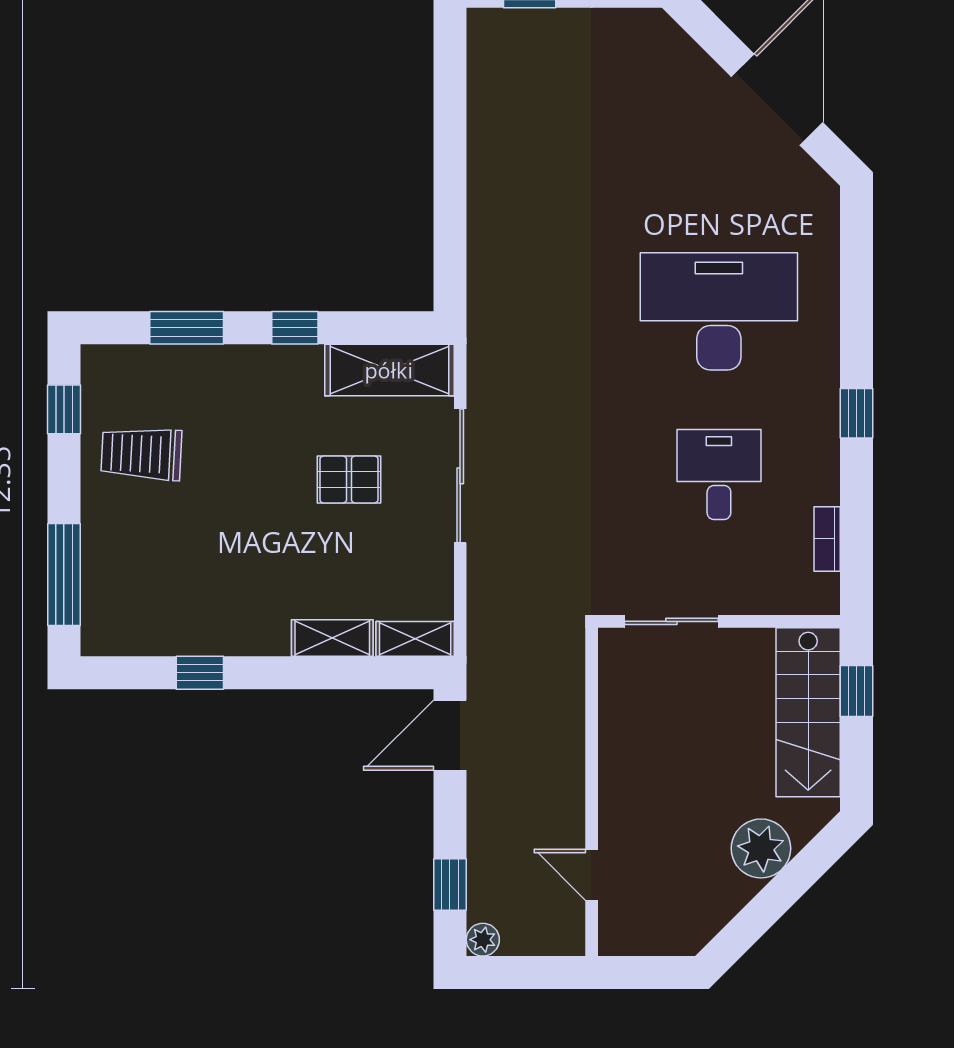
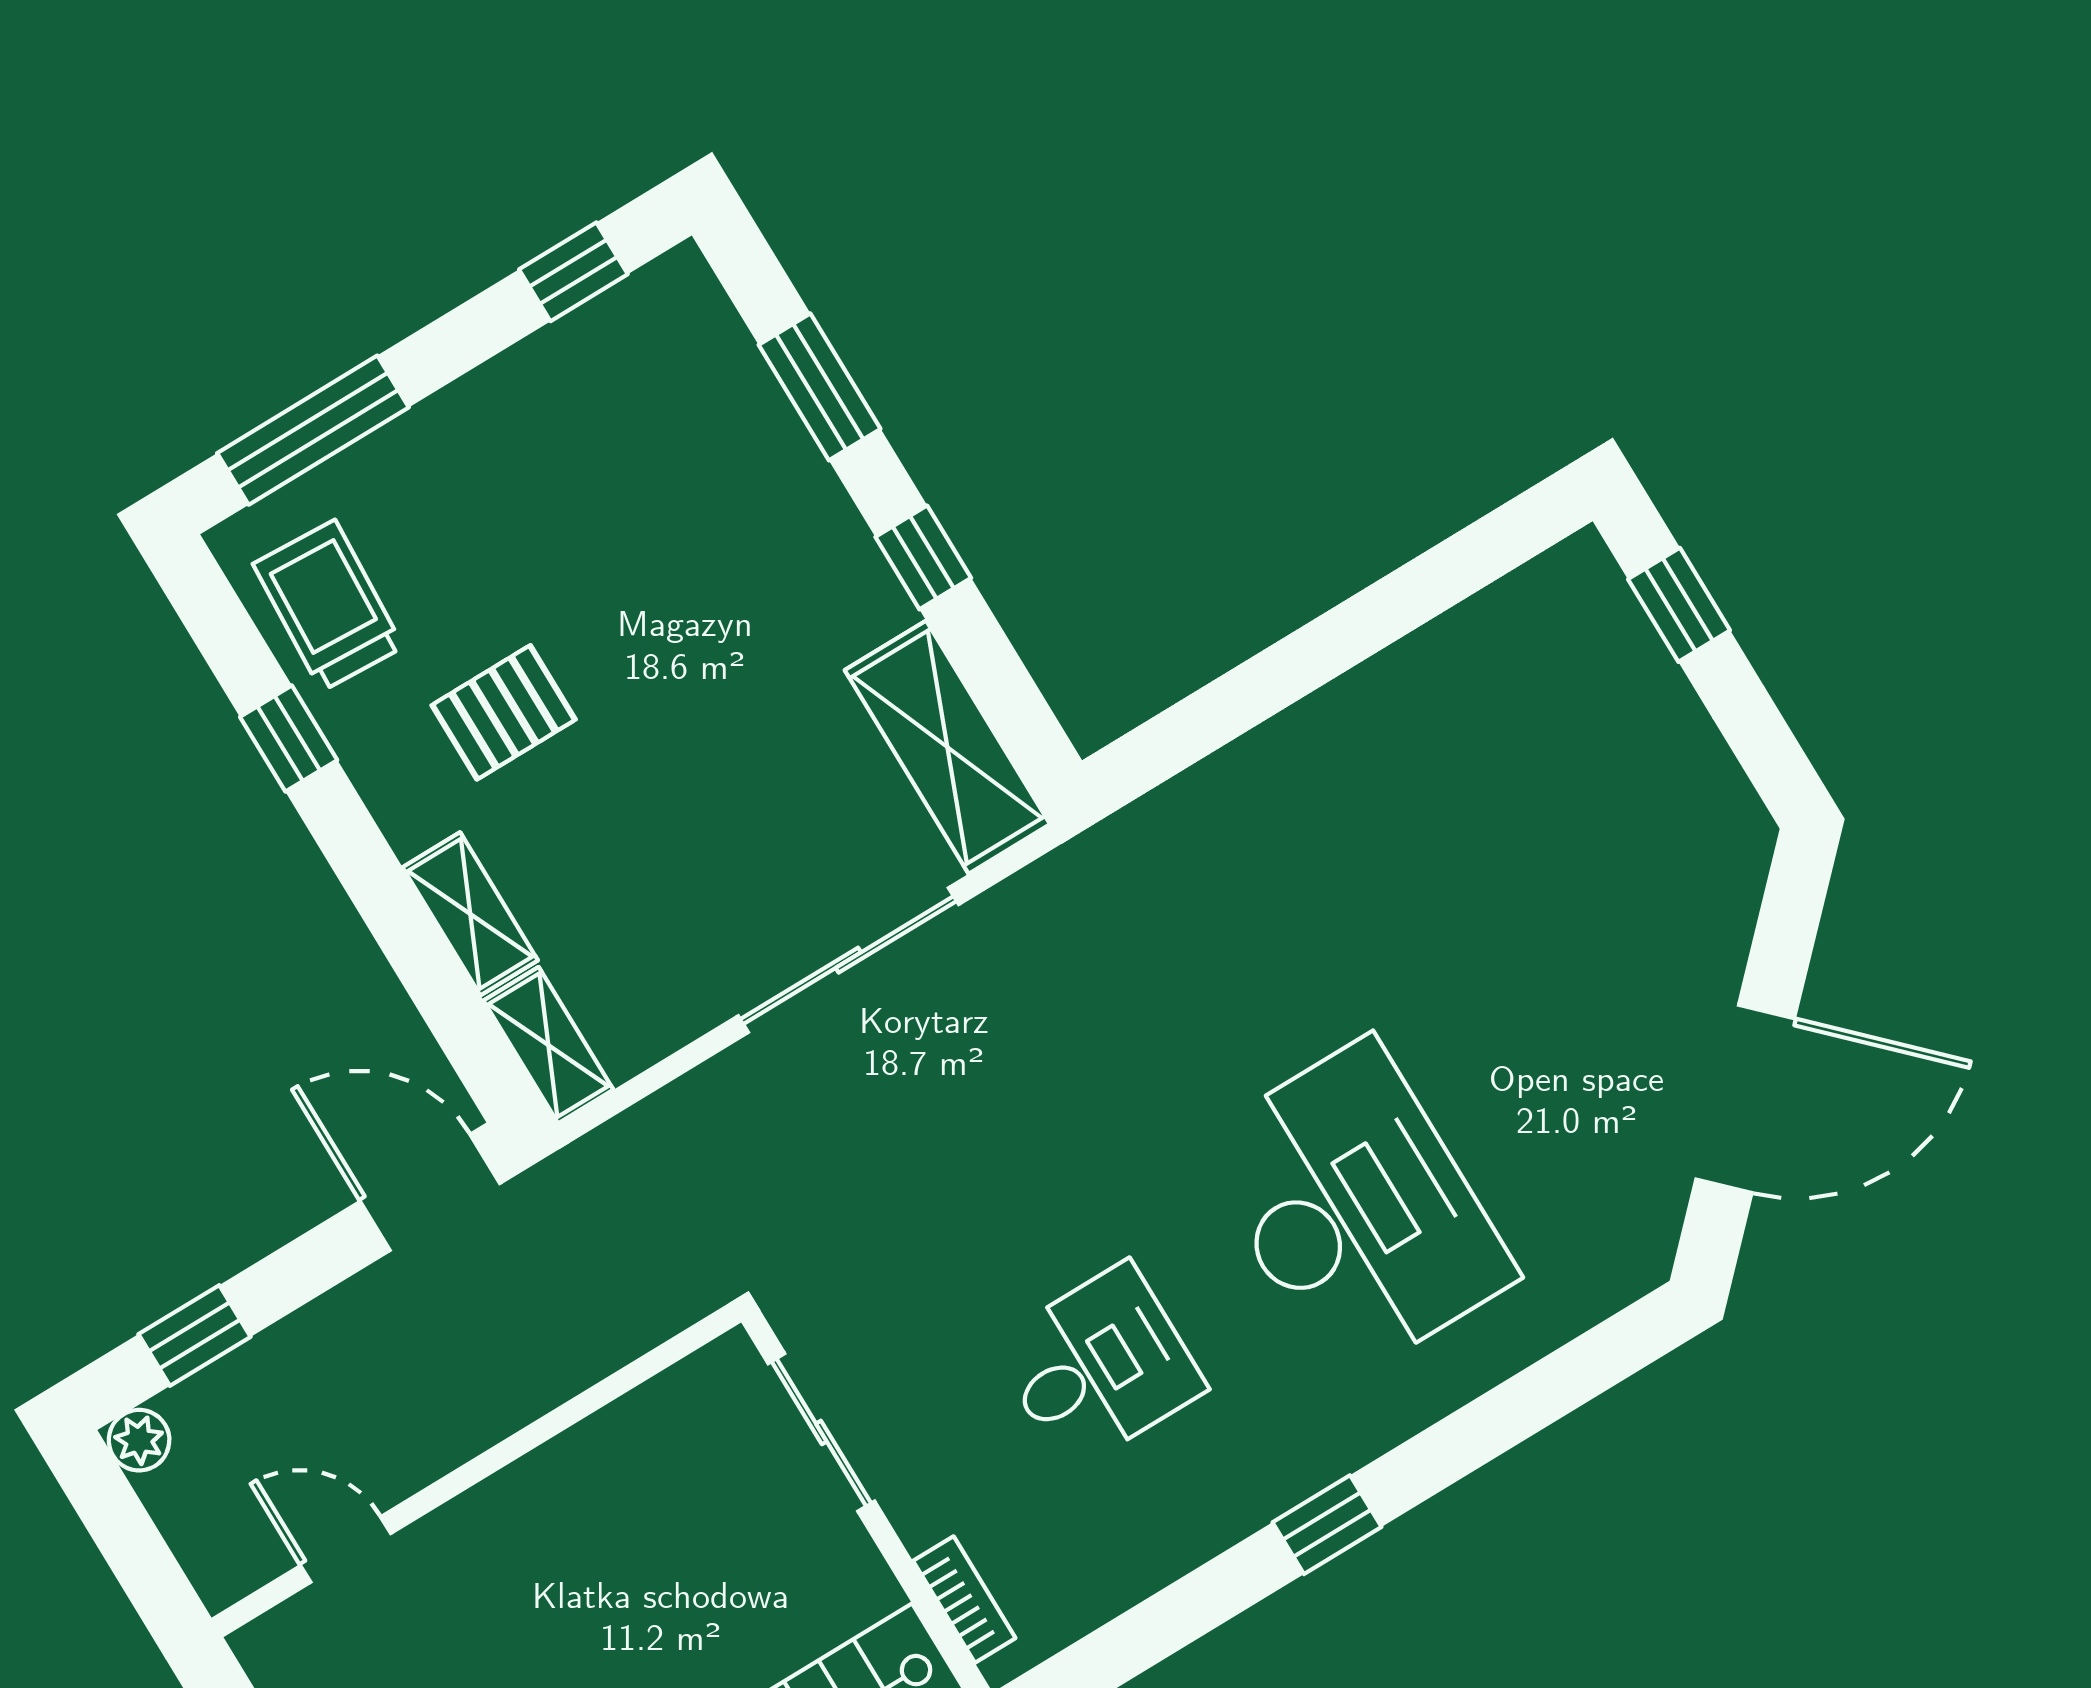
trolley: (141, 454) -> (328, 605), moved
pallet: (349, 479) -> (504, 712), moved, turned 90
bookcase: (827, 539) -> (964, 1599), moved, turned 90
door: (592, 875) -> (346, 1549), hinge flipped

